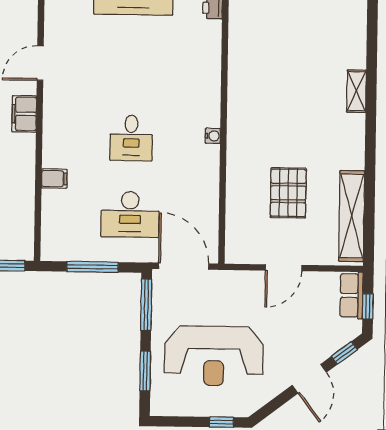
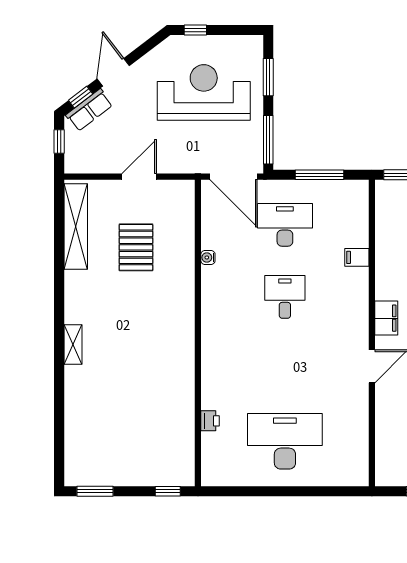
water cooler: (213, 136) -> (208, 257), moved
row of seats: (352, 295) -> (89, 110), moved, turned 53

